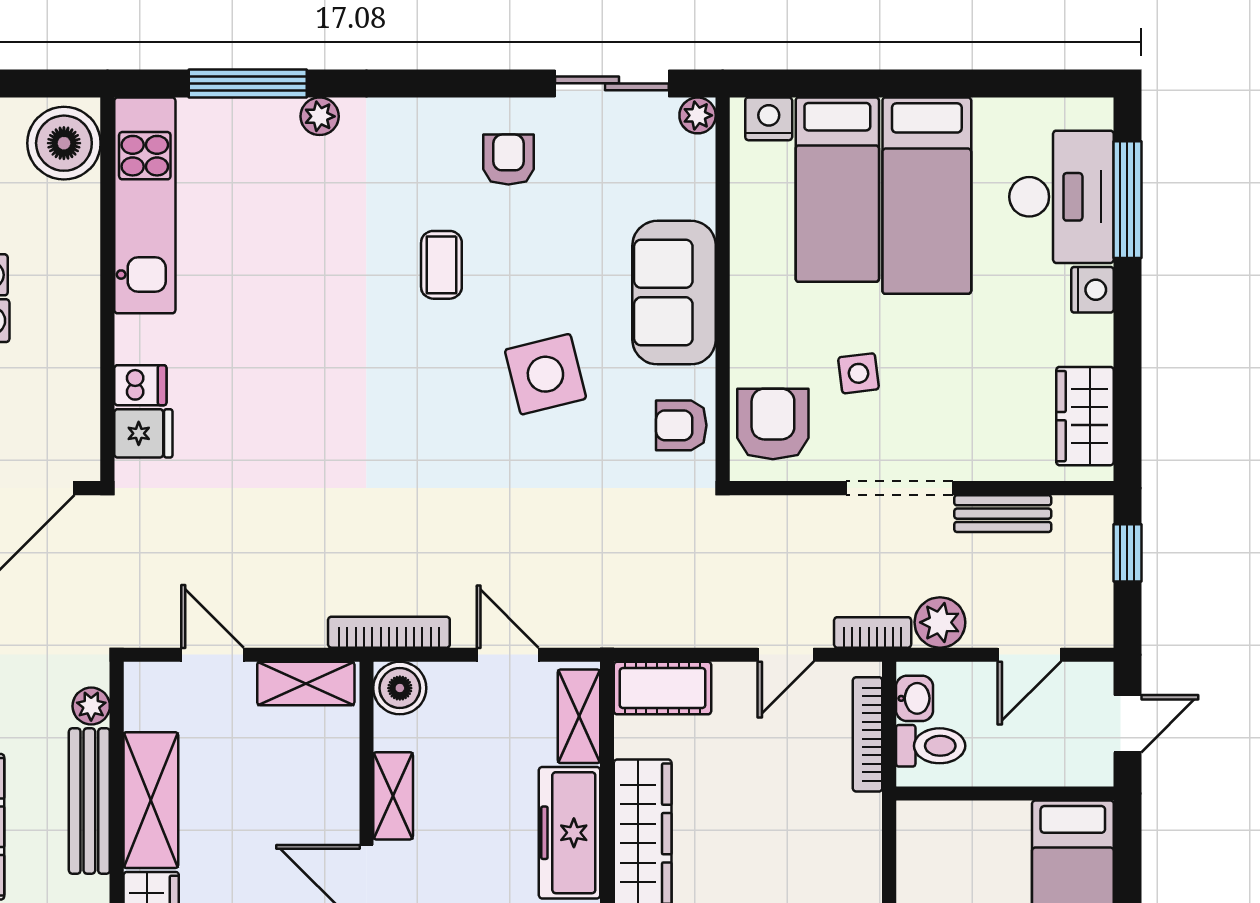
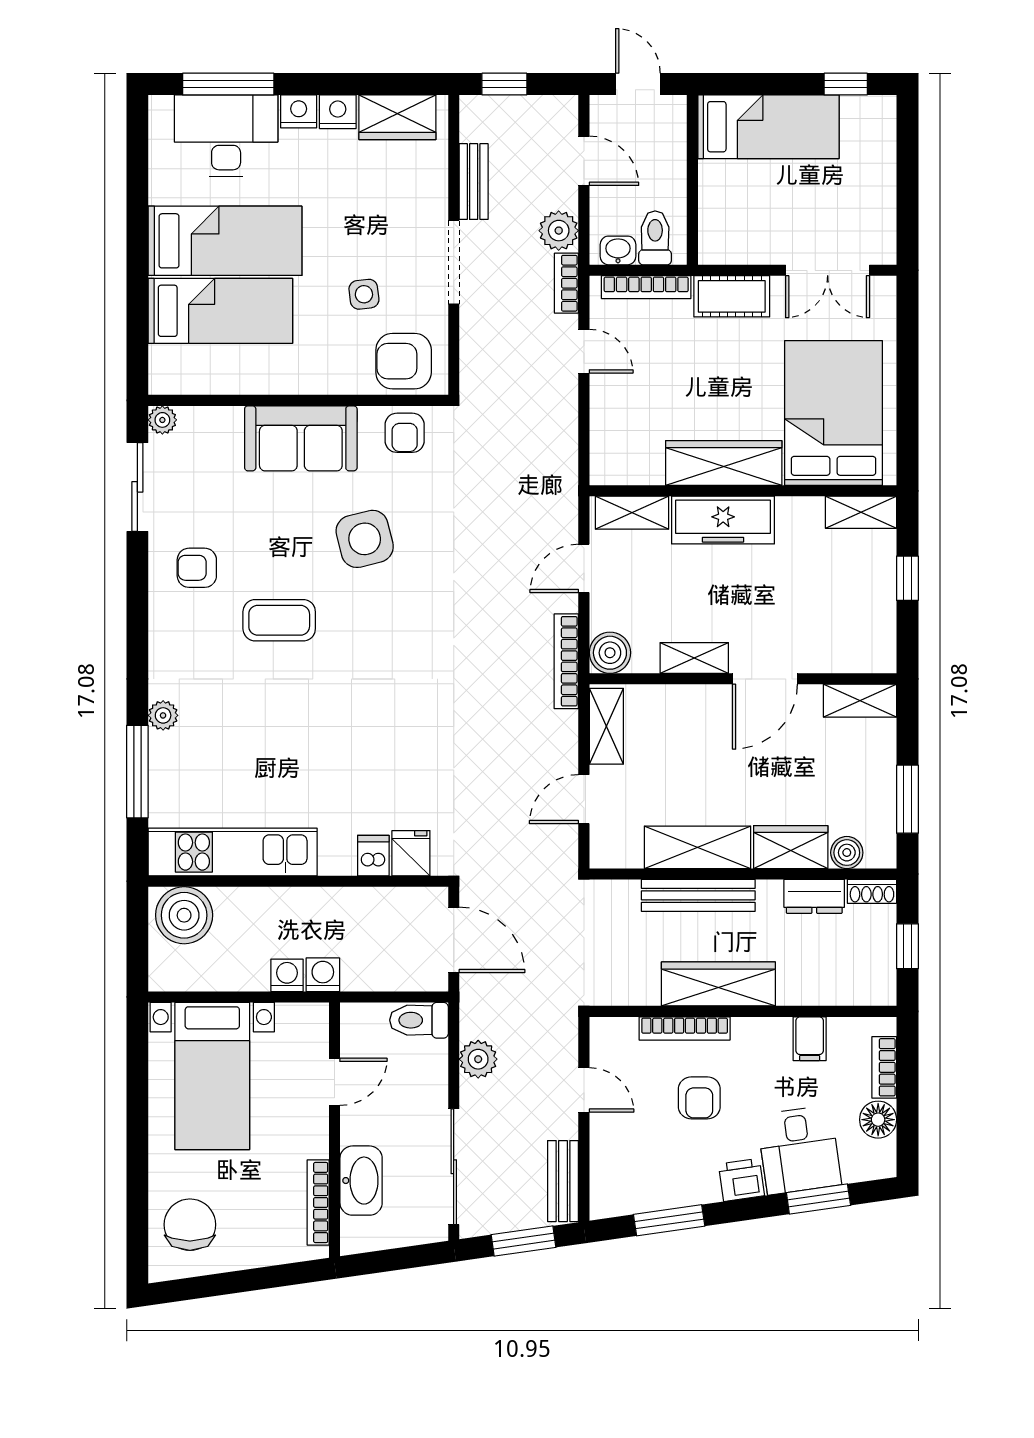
nightstand: (769, 119) -> (338, 112), moved, turned 90
coffee table: (441, 265) -> (279, 620), width x1.36, depth x1.30
cot: (663, 688) -> (732, 296), moved, turned 90
plant: (91, 706) -> (624, 894), removed

